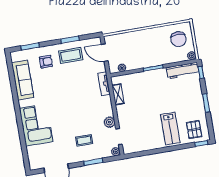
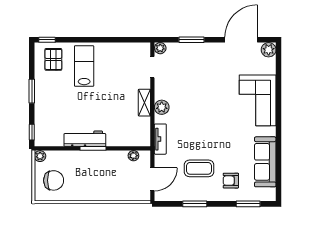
chair: (178, 39) -> (54, 180), turned 90
door: (105, 53) -> (152, 179), hinge flipped
coffee table: (71, 55) -> (199, 168), moved
workbench: (183, 71) -> (85, 139), moved
shelving: (118, 94) -> (144, 103), moved
plant: (109, 122) -> (162, 107), moved
coffee table: (84, 140) -> (199, 70), removed
plant: (34, 164) -> (269, 50), added

